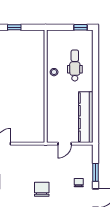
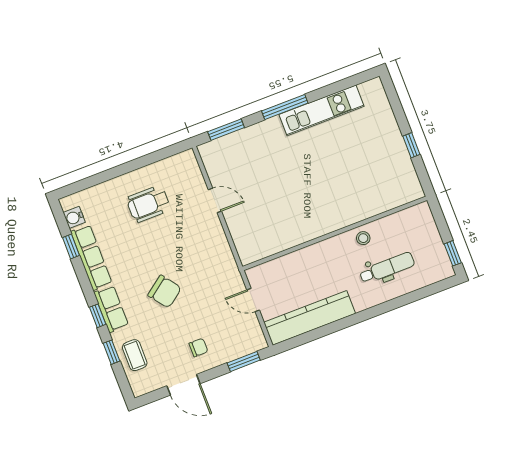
window: (95, 172) -> (244, 362), moved
chair: (42, 189) -> (165, 292), turned 53

